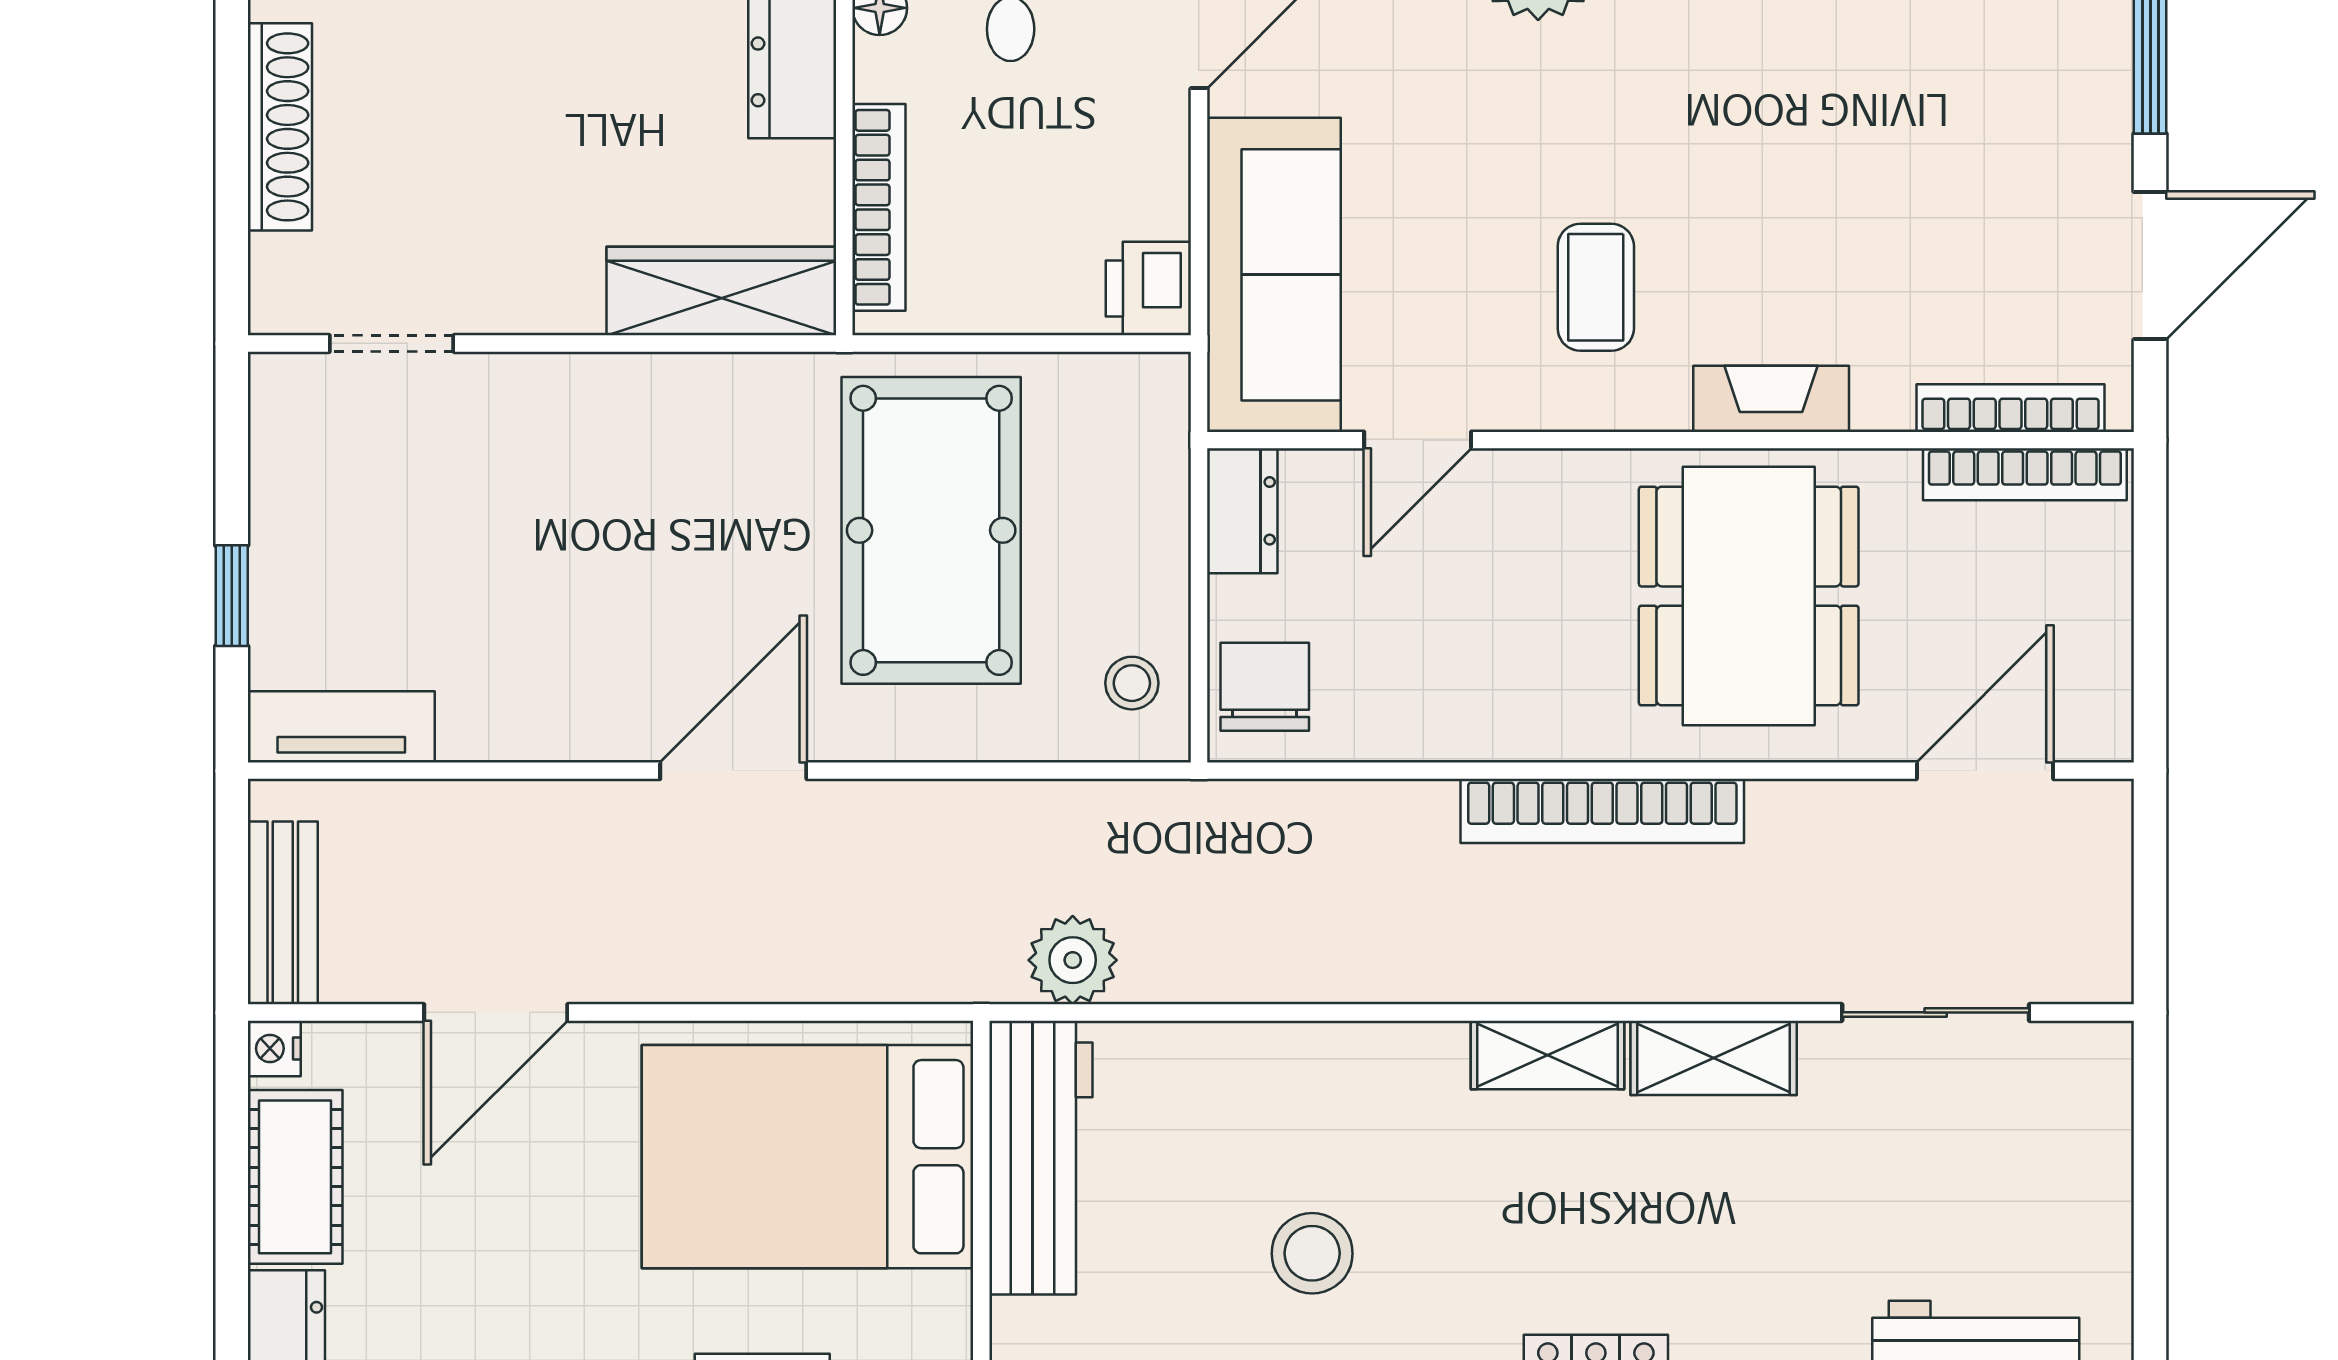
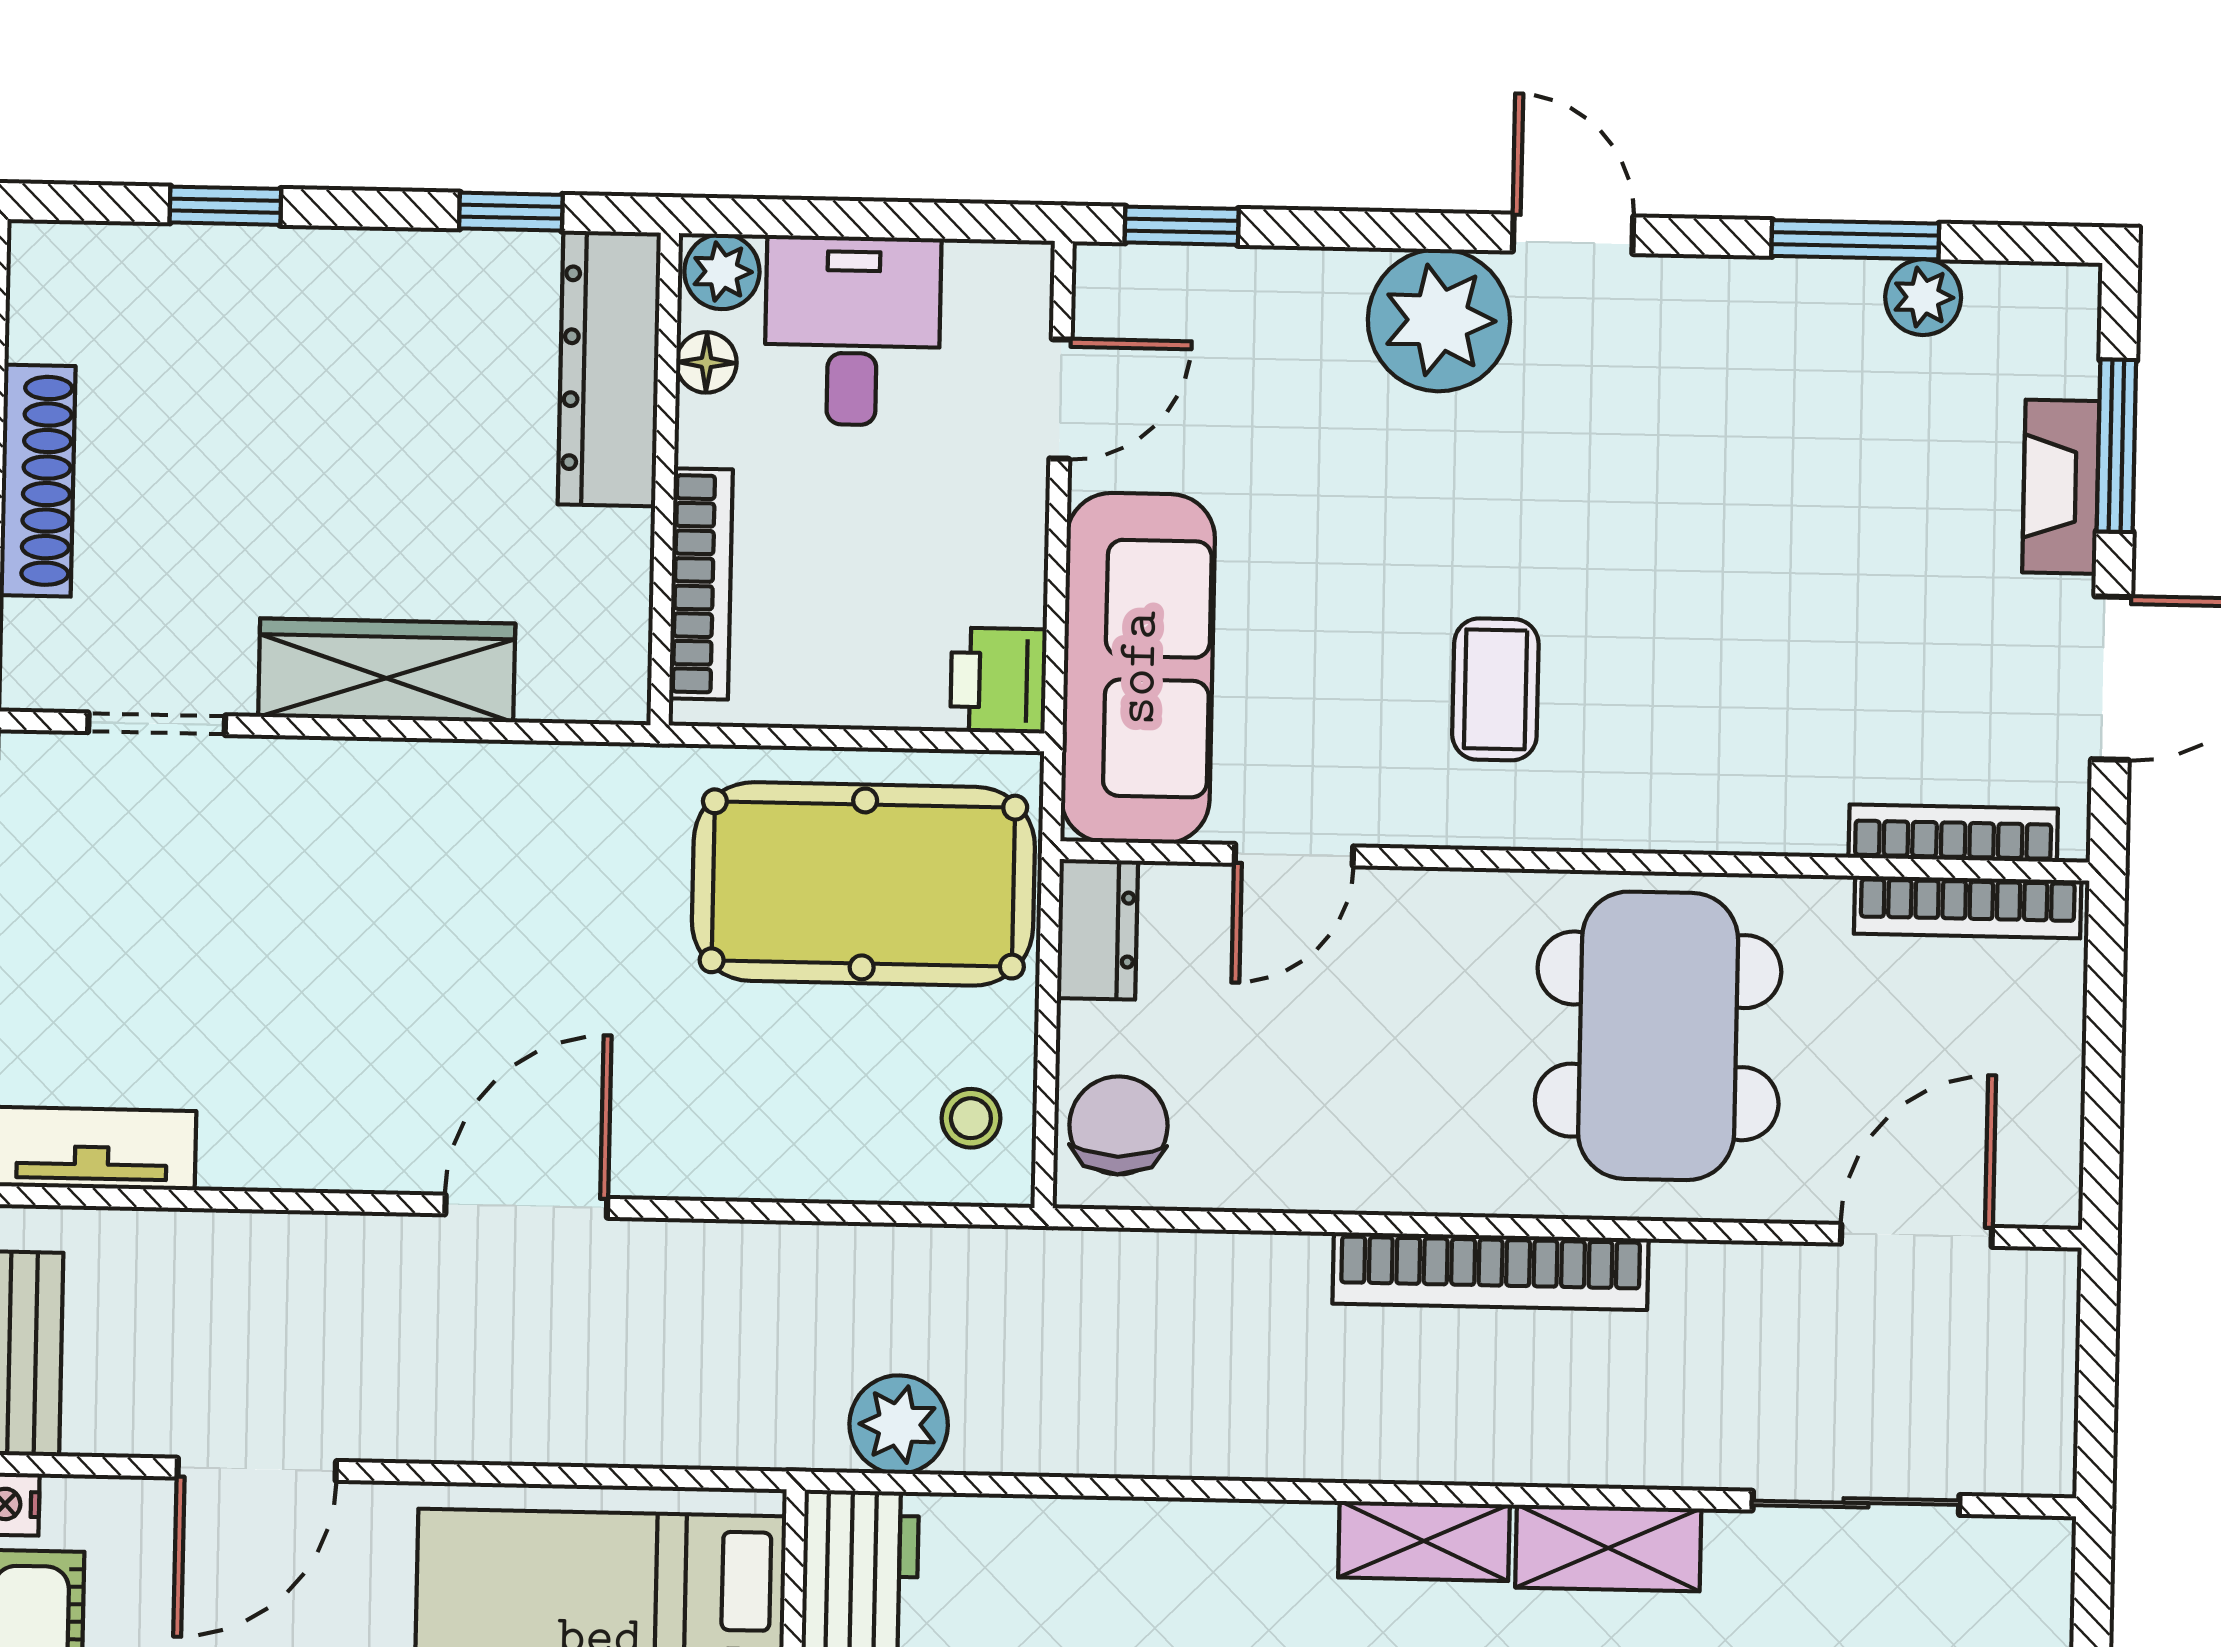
wardrobe: (721, 291) -> (387, 670), moved
fireplace: (1771, 399) -> (2061, 487), moved, turned -90
pool table: (931, 530) -> (863, 884), moved, turned 90

